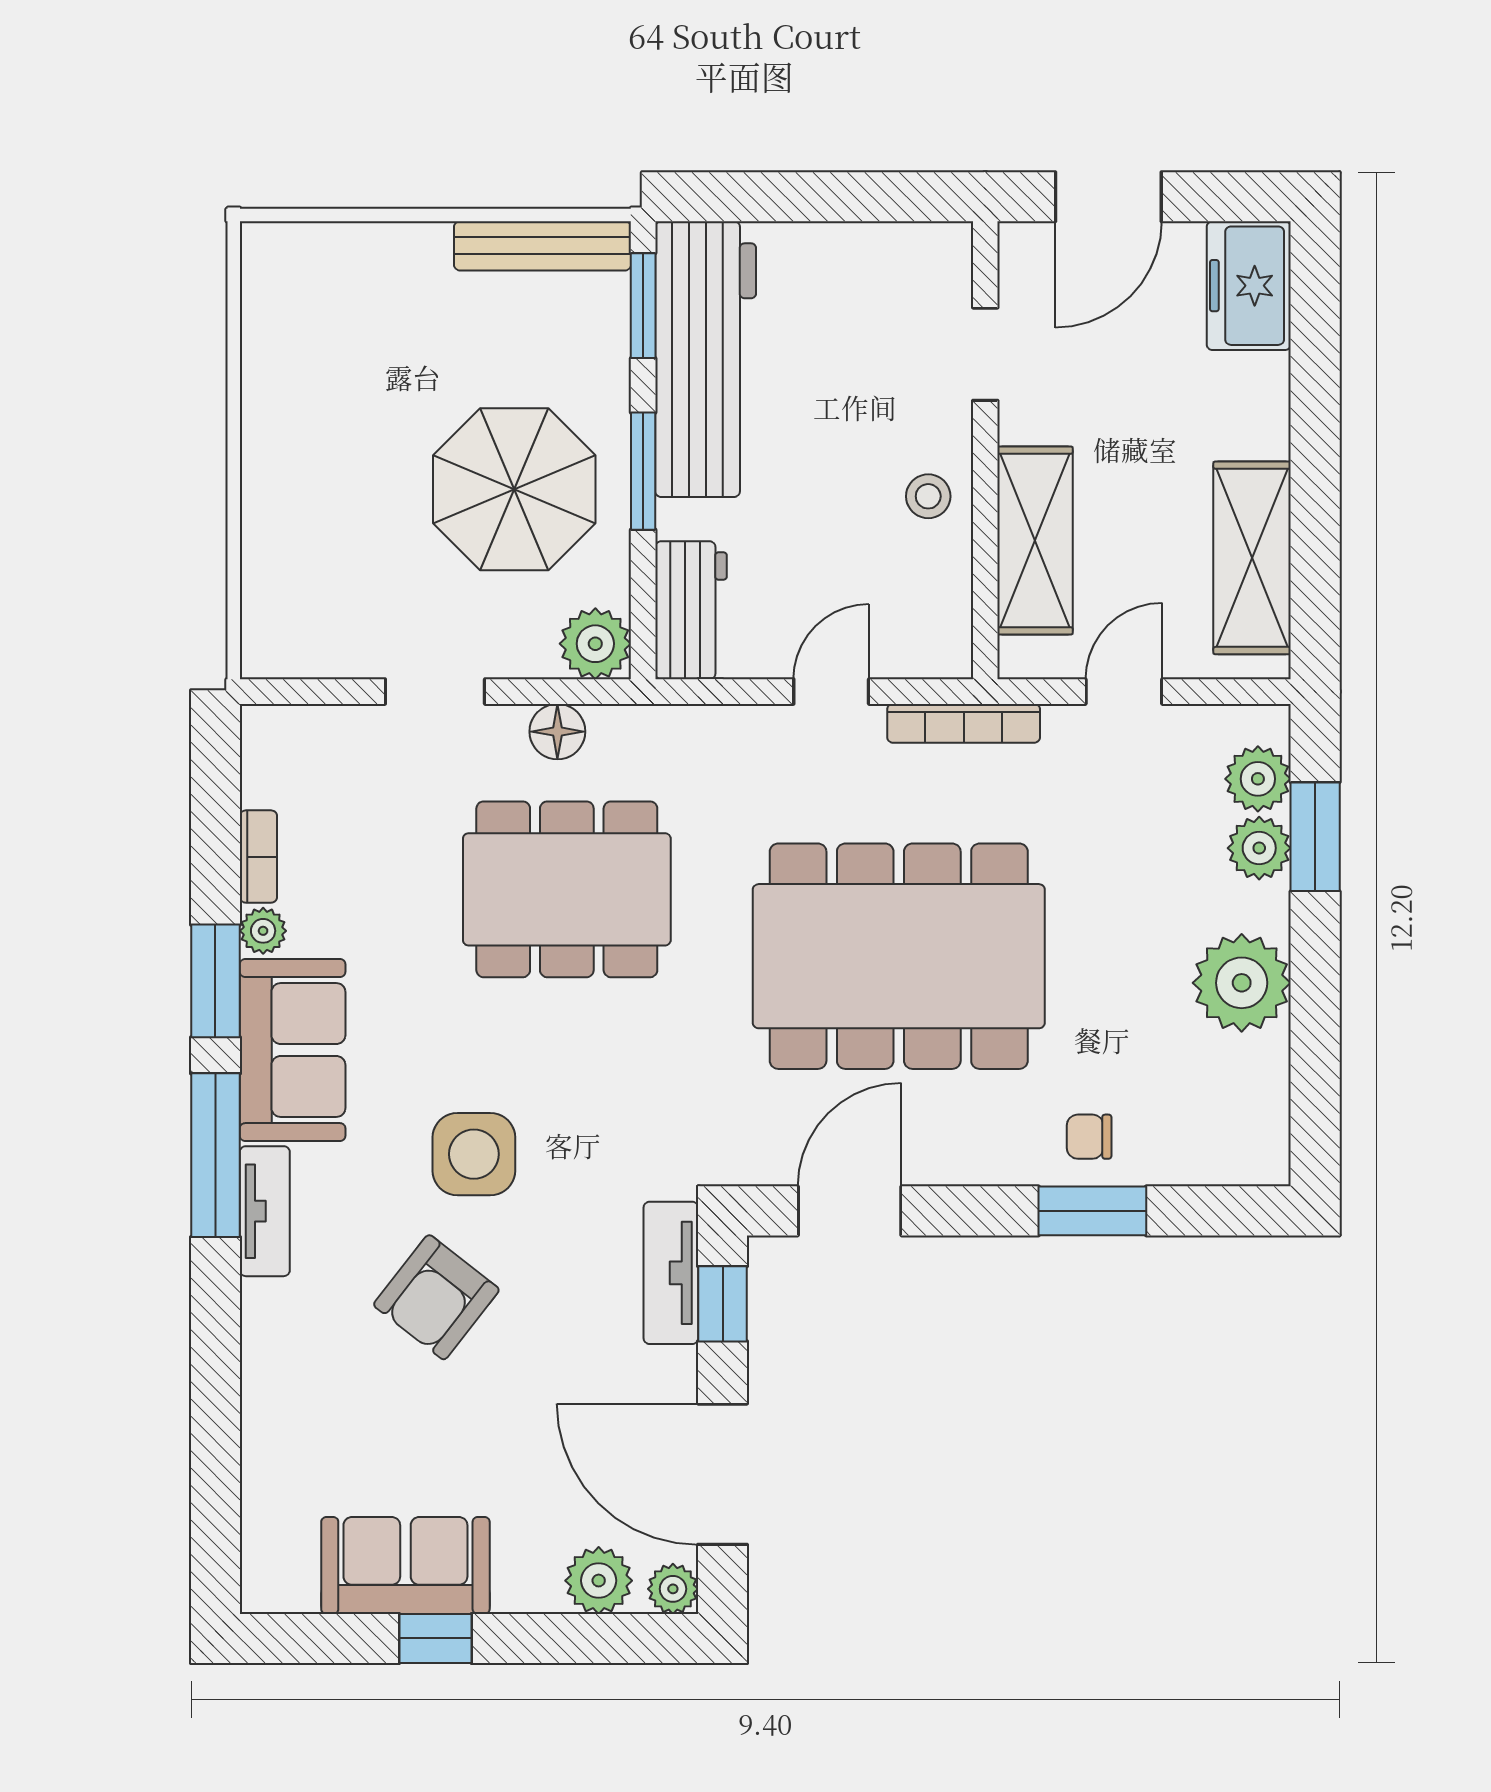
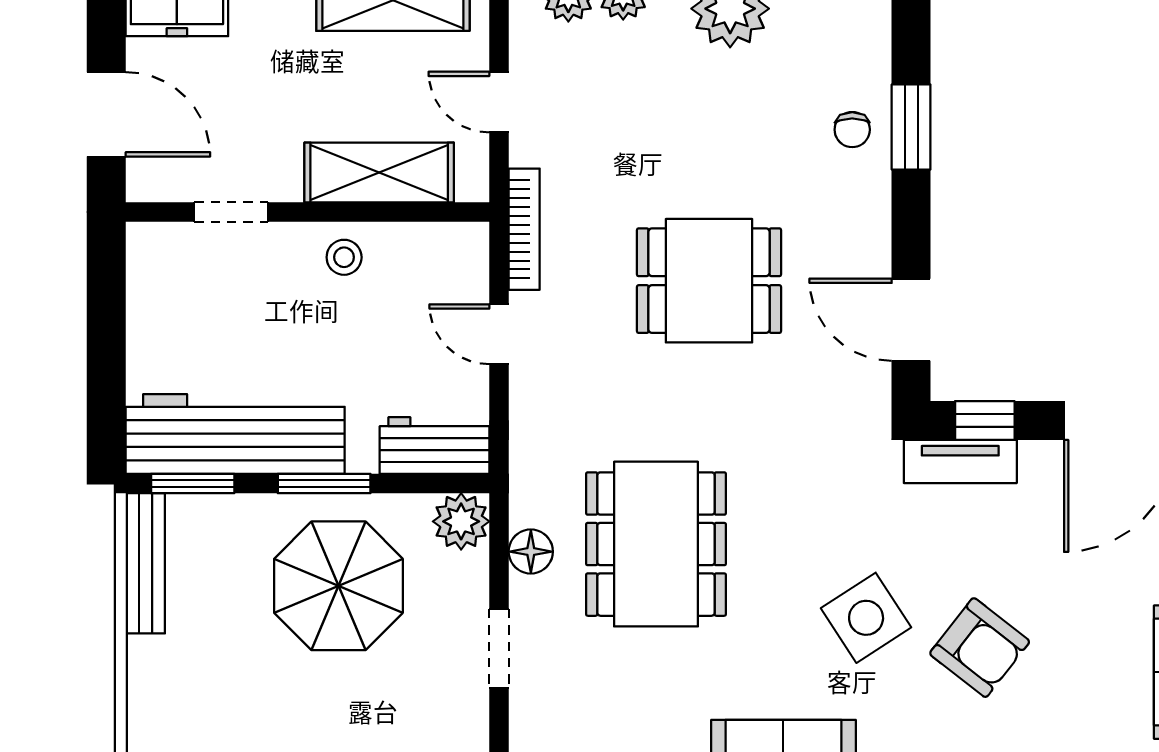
dining table: (899, 956) -> (709, 281), width x0.53, depth x0.80
side table: (474, 1154) -> (866, 618), turned -33

